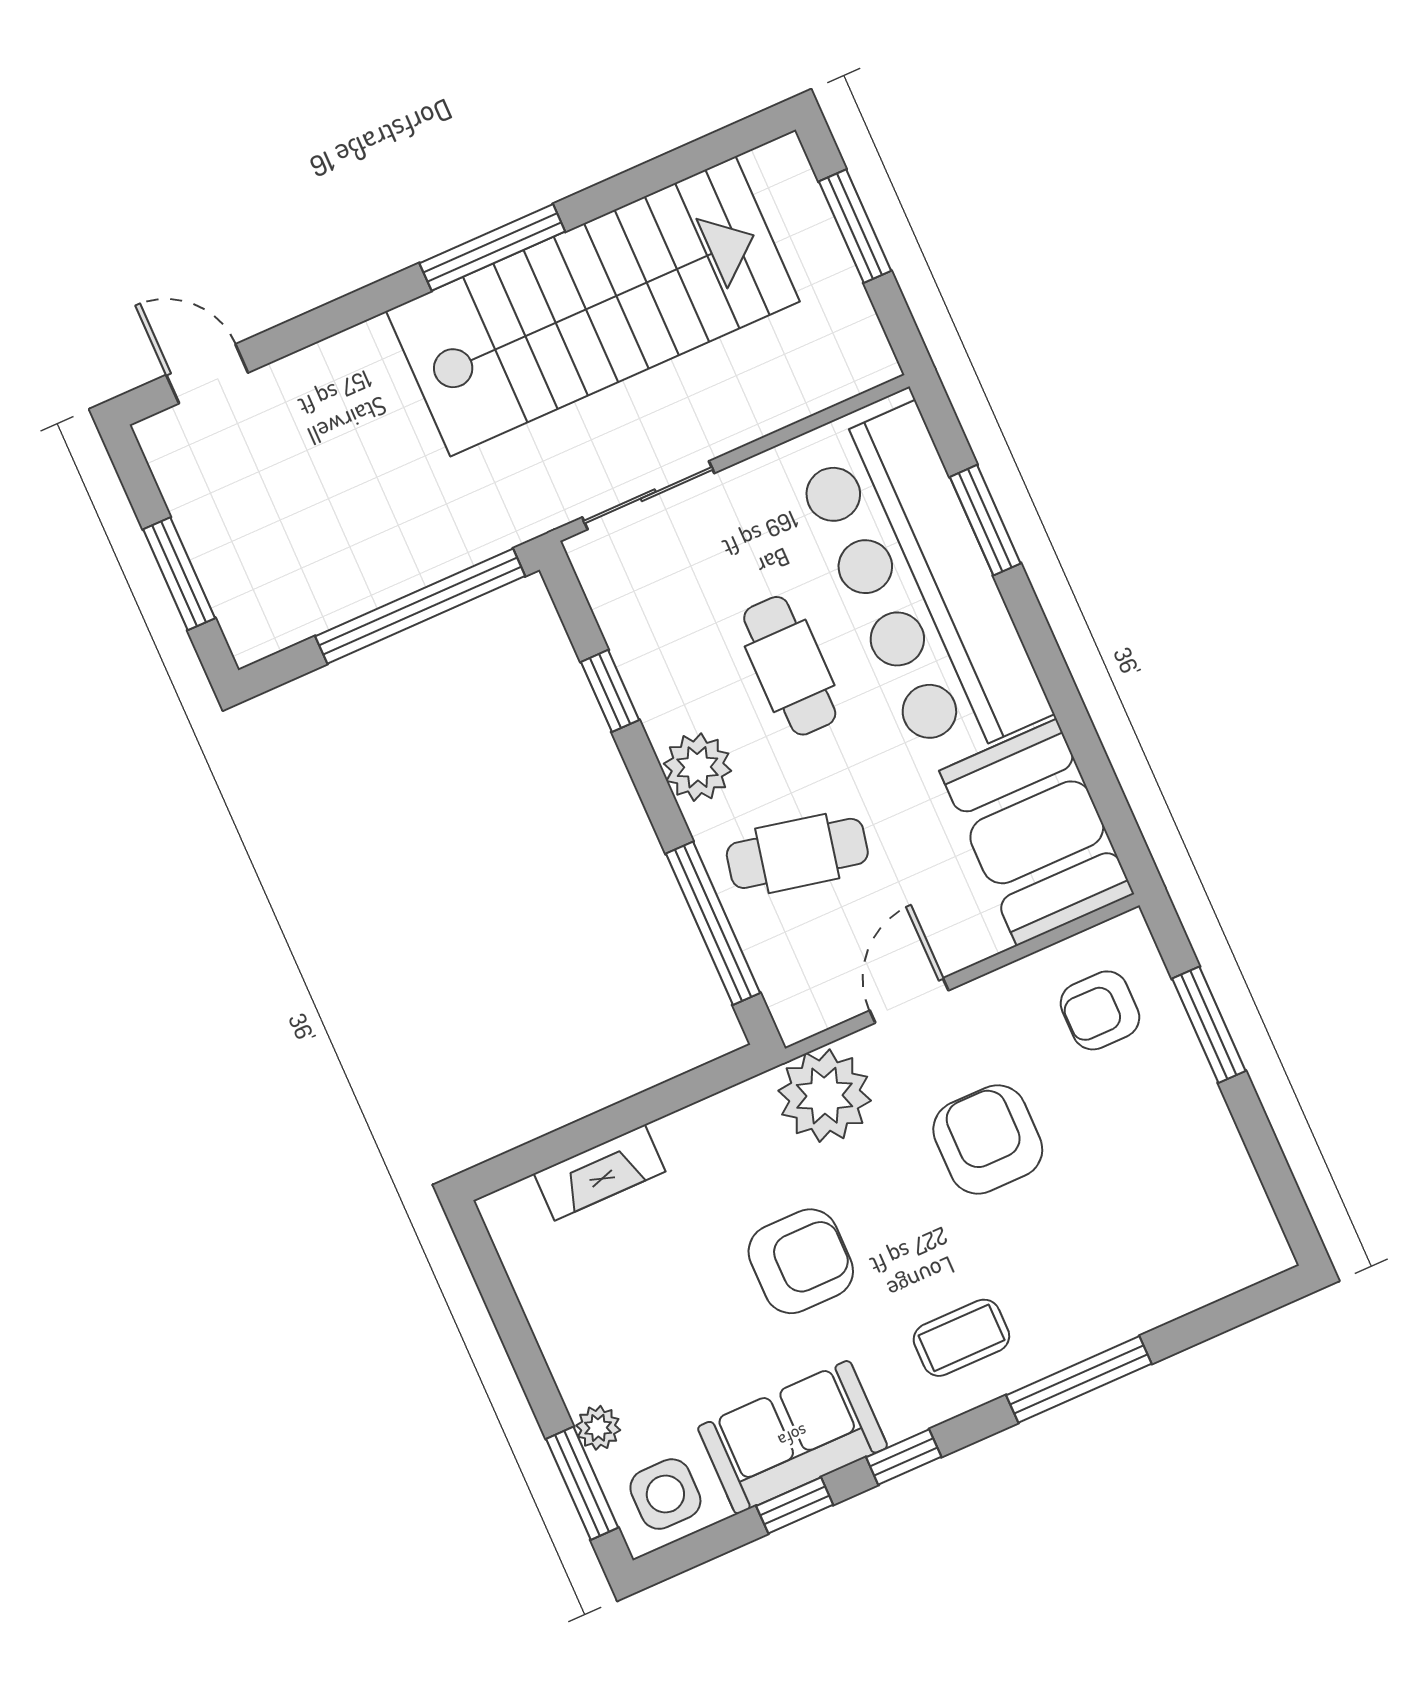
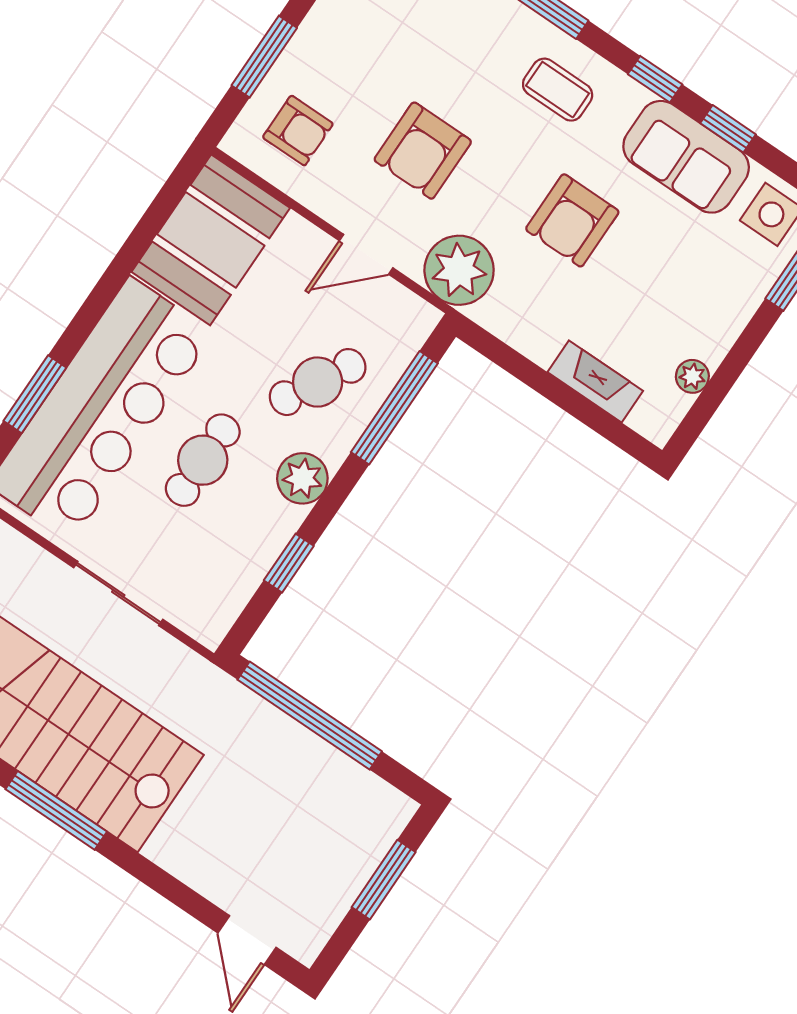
sliding door: (648, 495) -> (118, 593), moved
cafe table: (797, 853) -> (318, 382), turned -73
armchair: (801, 1261) -> (572, 220), turned -90
plant: (598, 1428) -> (692, 376), moved

